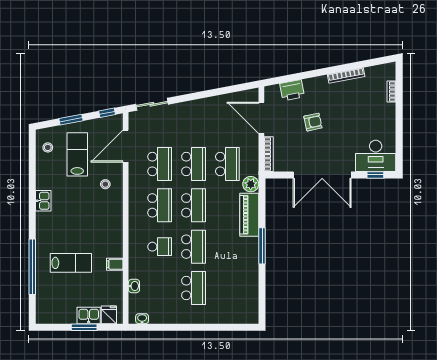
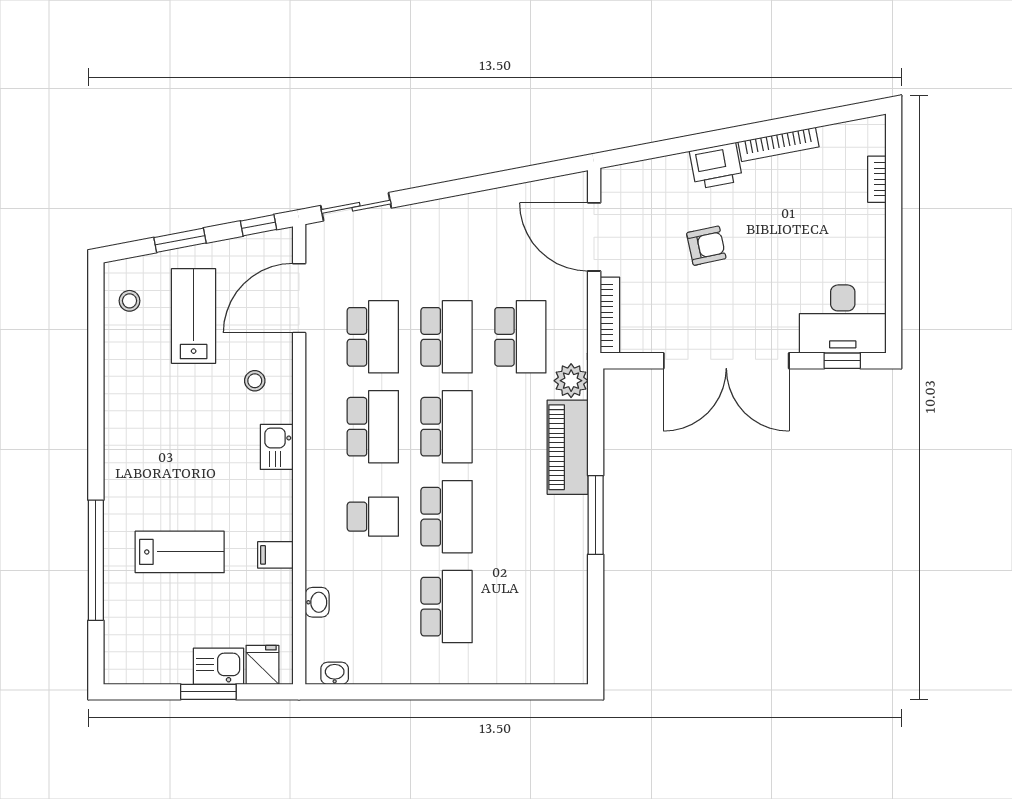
printer: (292, 90) -> (716, 166), moved
kitchen sink: (43, 201) -> (277, 447), moved, turned 180

